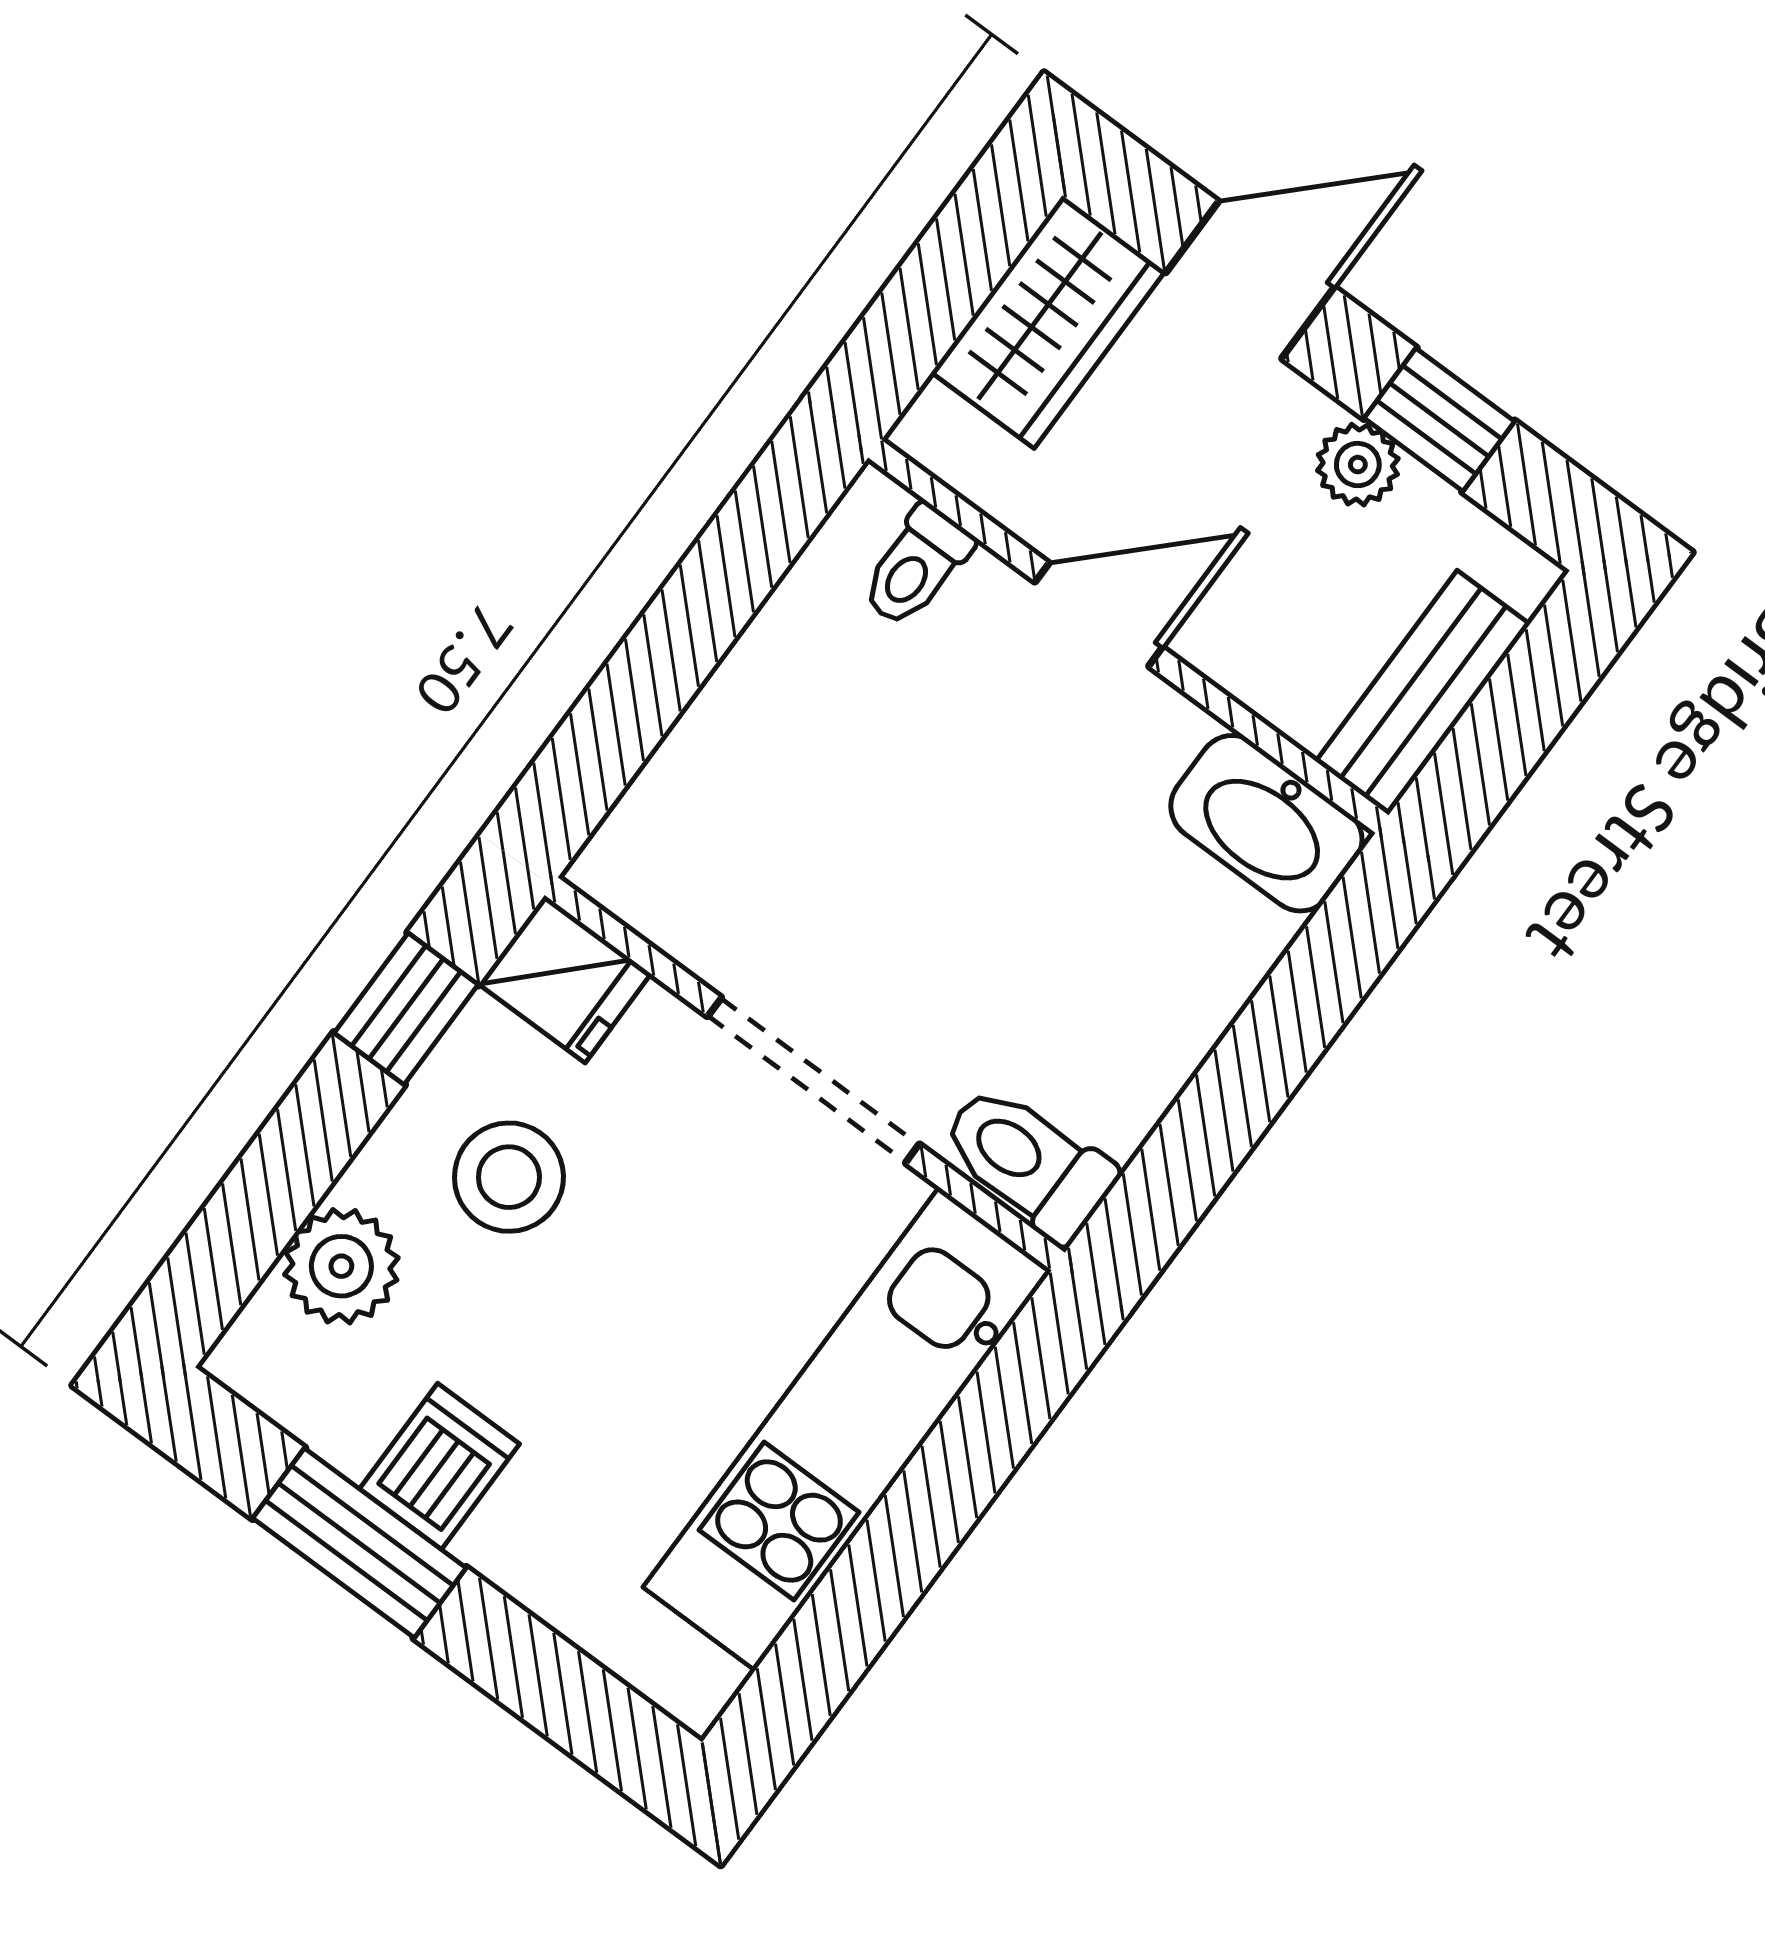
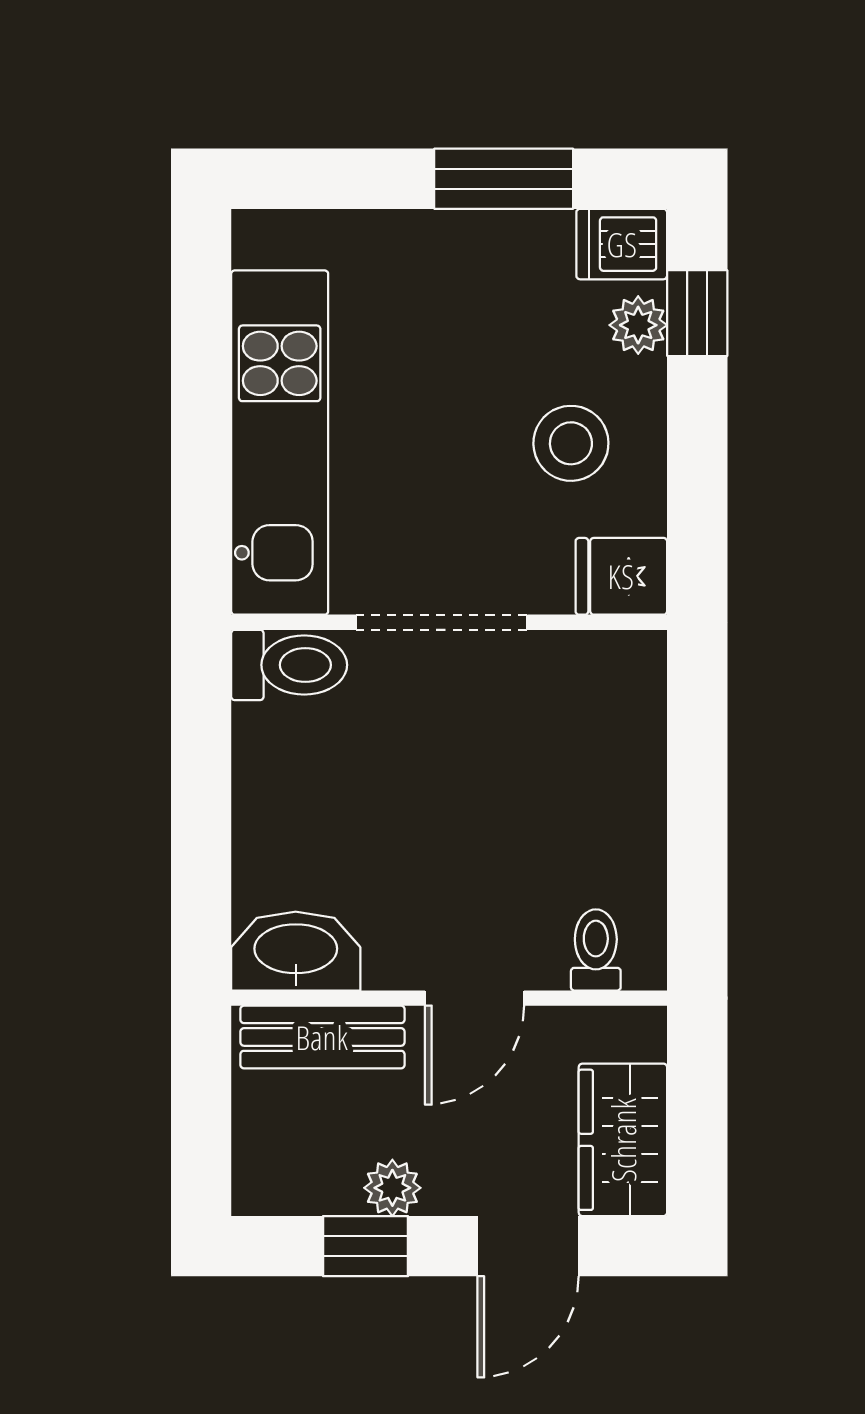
bench: (1423, 693) -> (322, 1037), moved, turned 90
window: (406, 1009) -> (697, 313), moved
plant: (341, 1266) -> (638, 325), width x0.73, depth x0.73
dishwasher: (440, 1466) -> (622, 244), moved, turned 90

